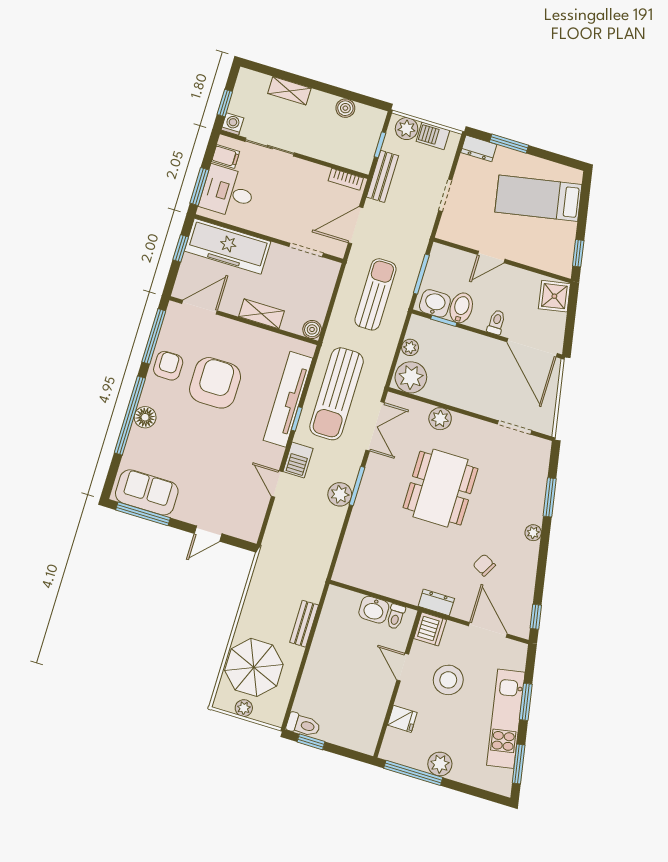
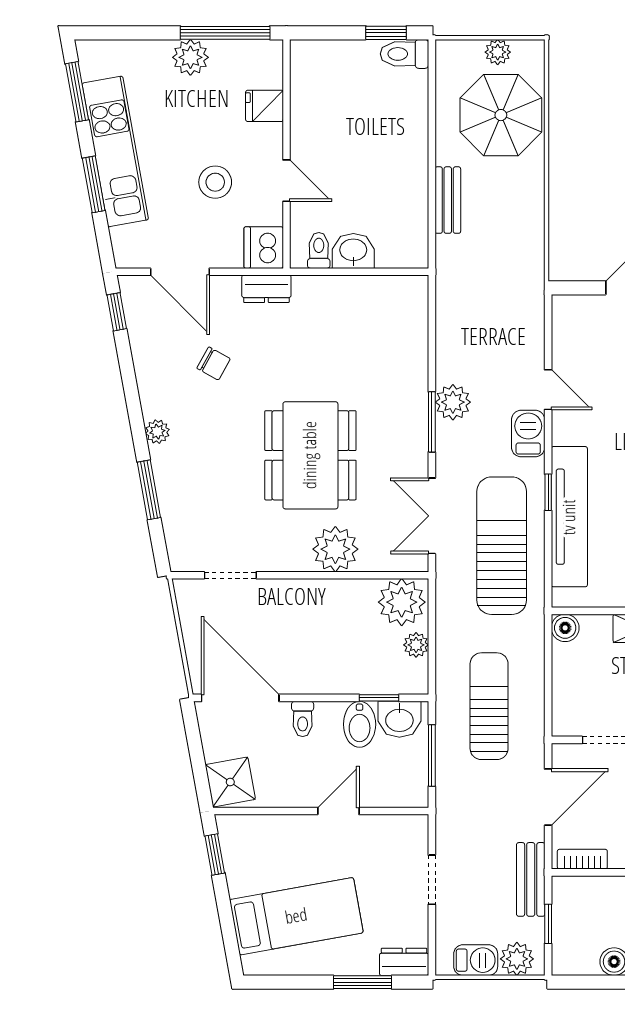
sun lounger: (375, 294) -> (489, 706), turned 180
plant: (440, 419) -> (335, 549), width x1.36, depth x1.36
stool: (448, 680) -> (215, 182), width x0.73, depth x0.73

